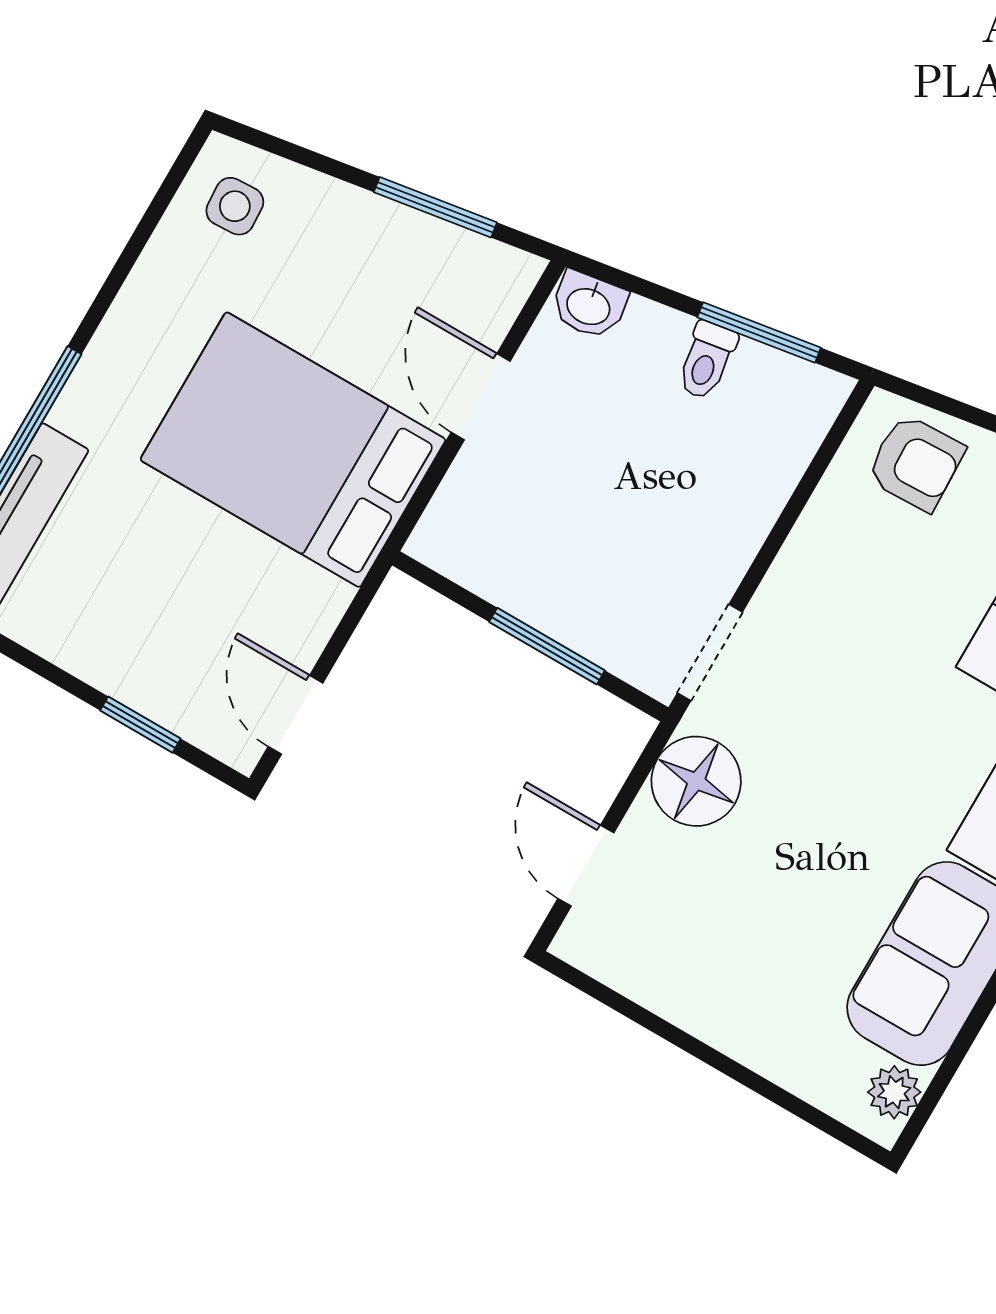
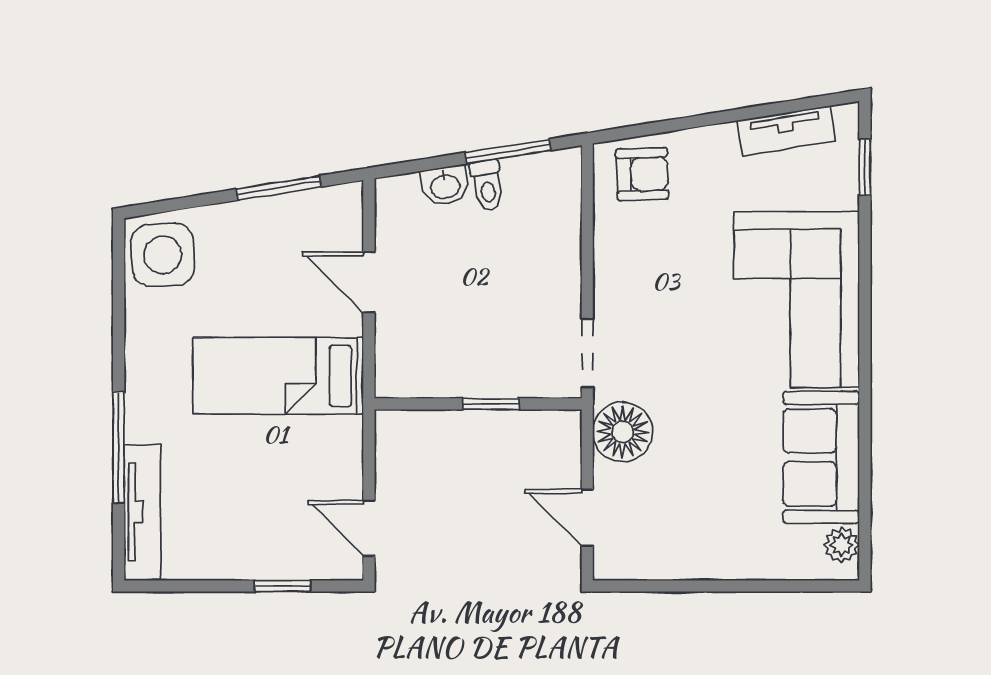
side table: (235, 206) -> (163, 255), width x1.87, depth x1.87
washbasin: (589, 305) -> (445, 186), moved
bed: (293, 450) -> (278, 376), width x0.67
window: (547, 646) -> (491, 404), width x0.67

